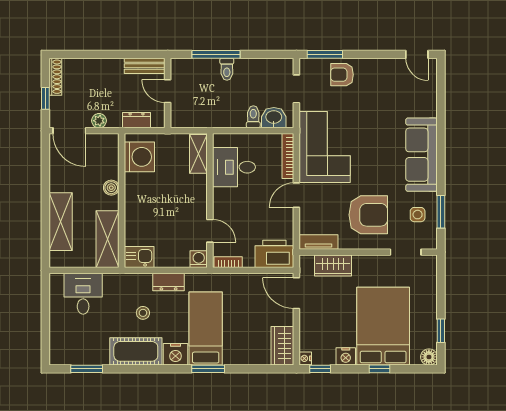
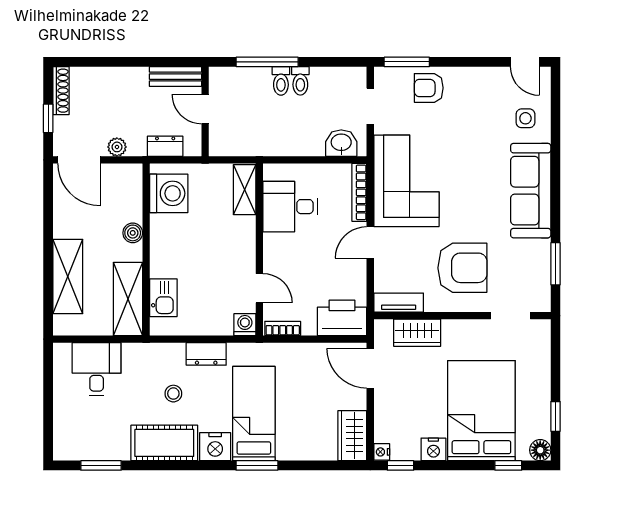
toilet: (253, 117) -> (300, 81), moved, turned 180
side table: (418, 215) -> (525, 118), moved
kitchen sink: (139, 257) -> (163, 298), moved, turned 90
window: (380, 369) -> (508, 465), moved

